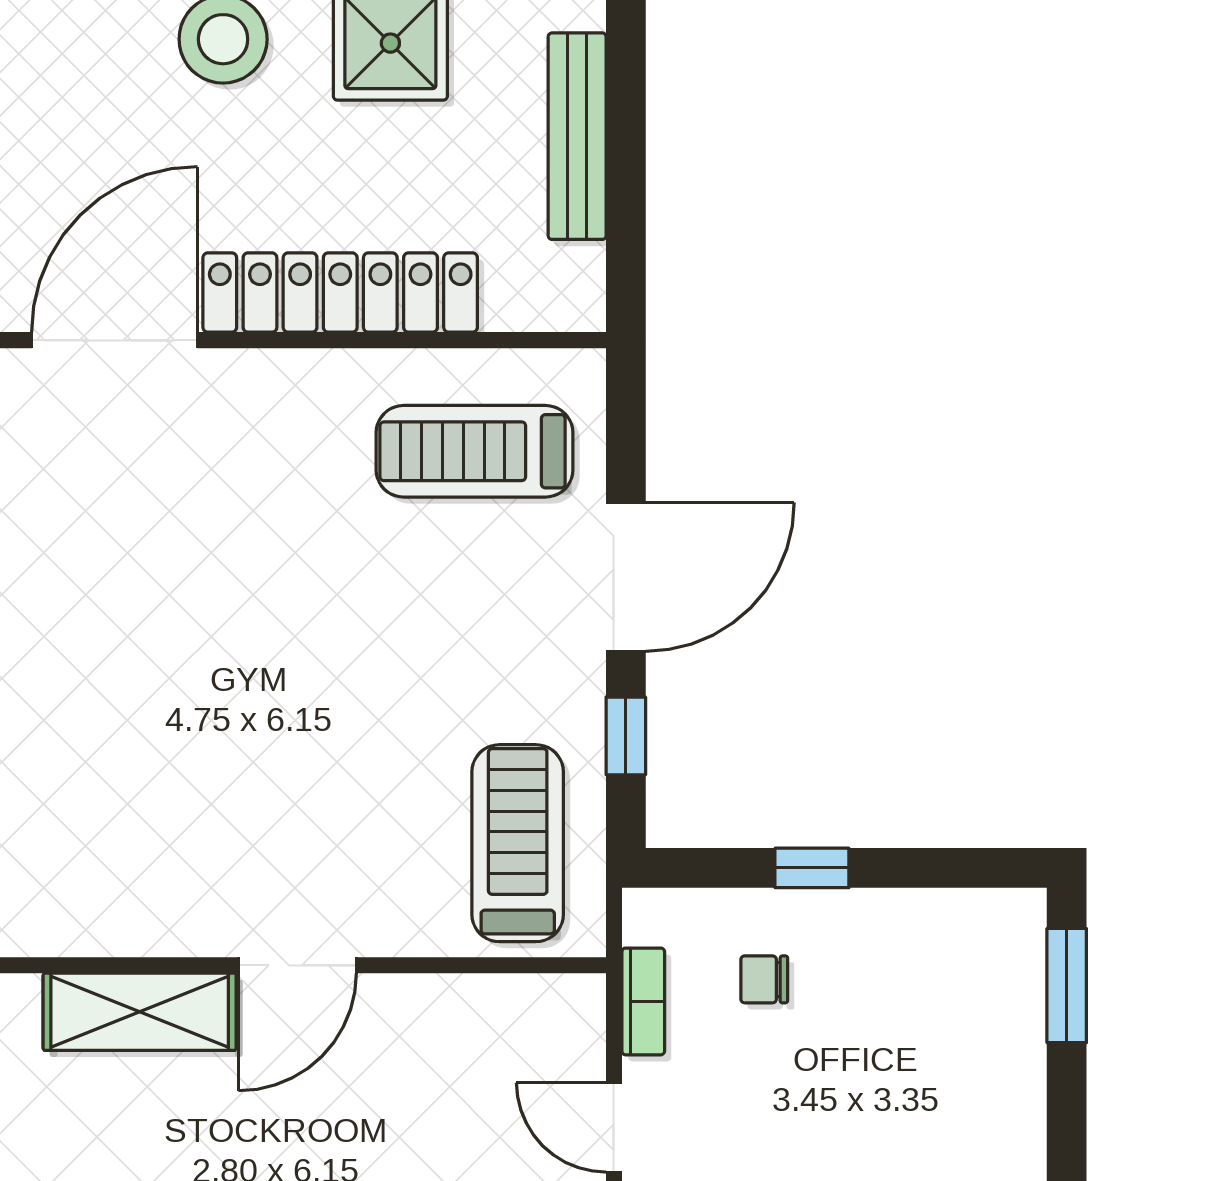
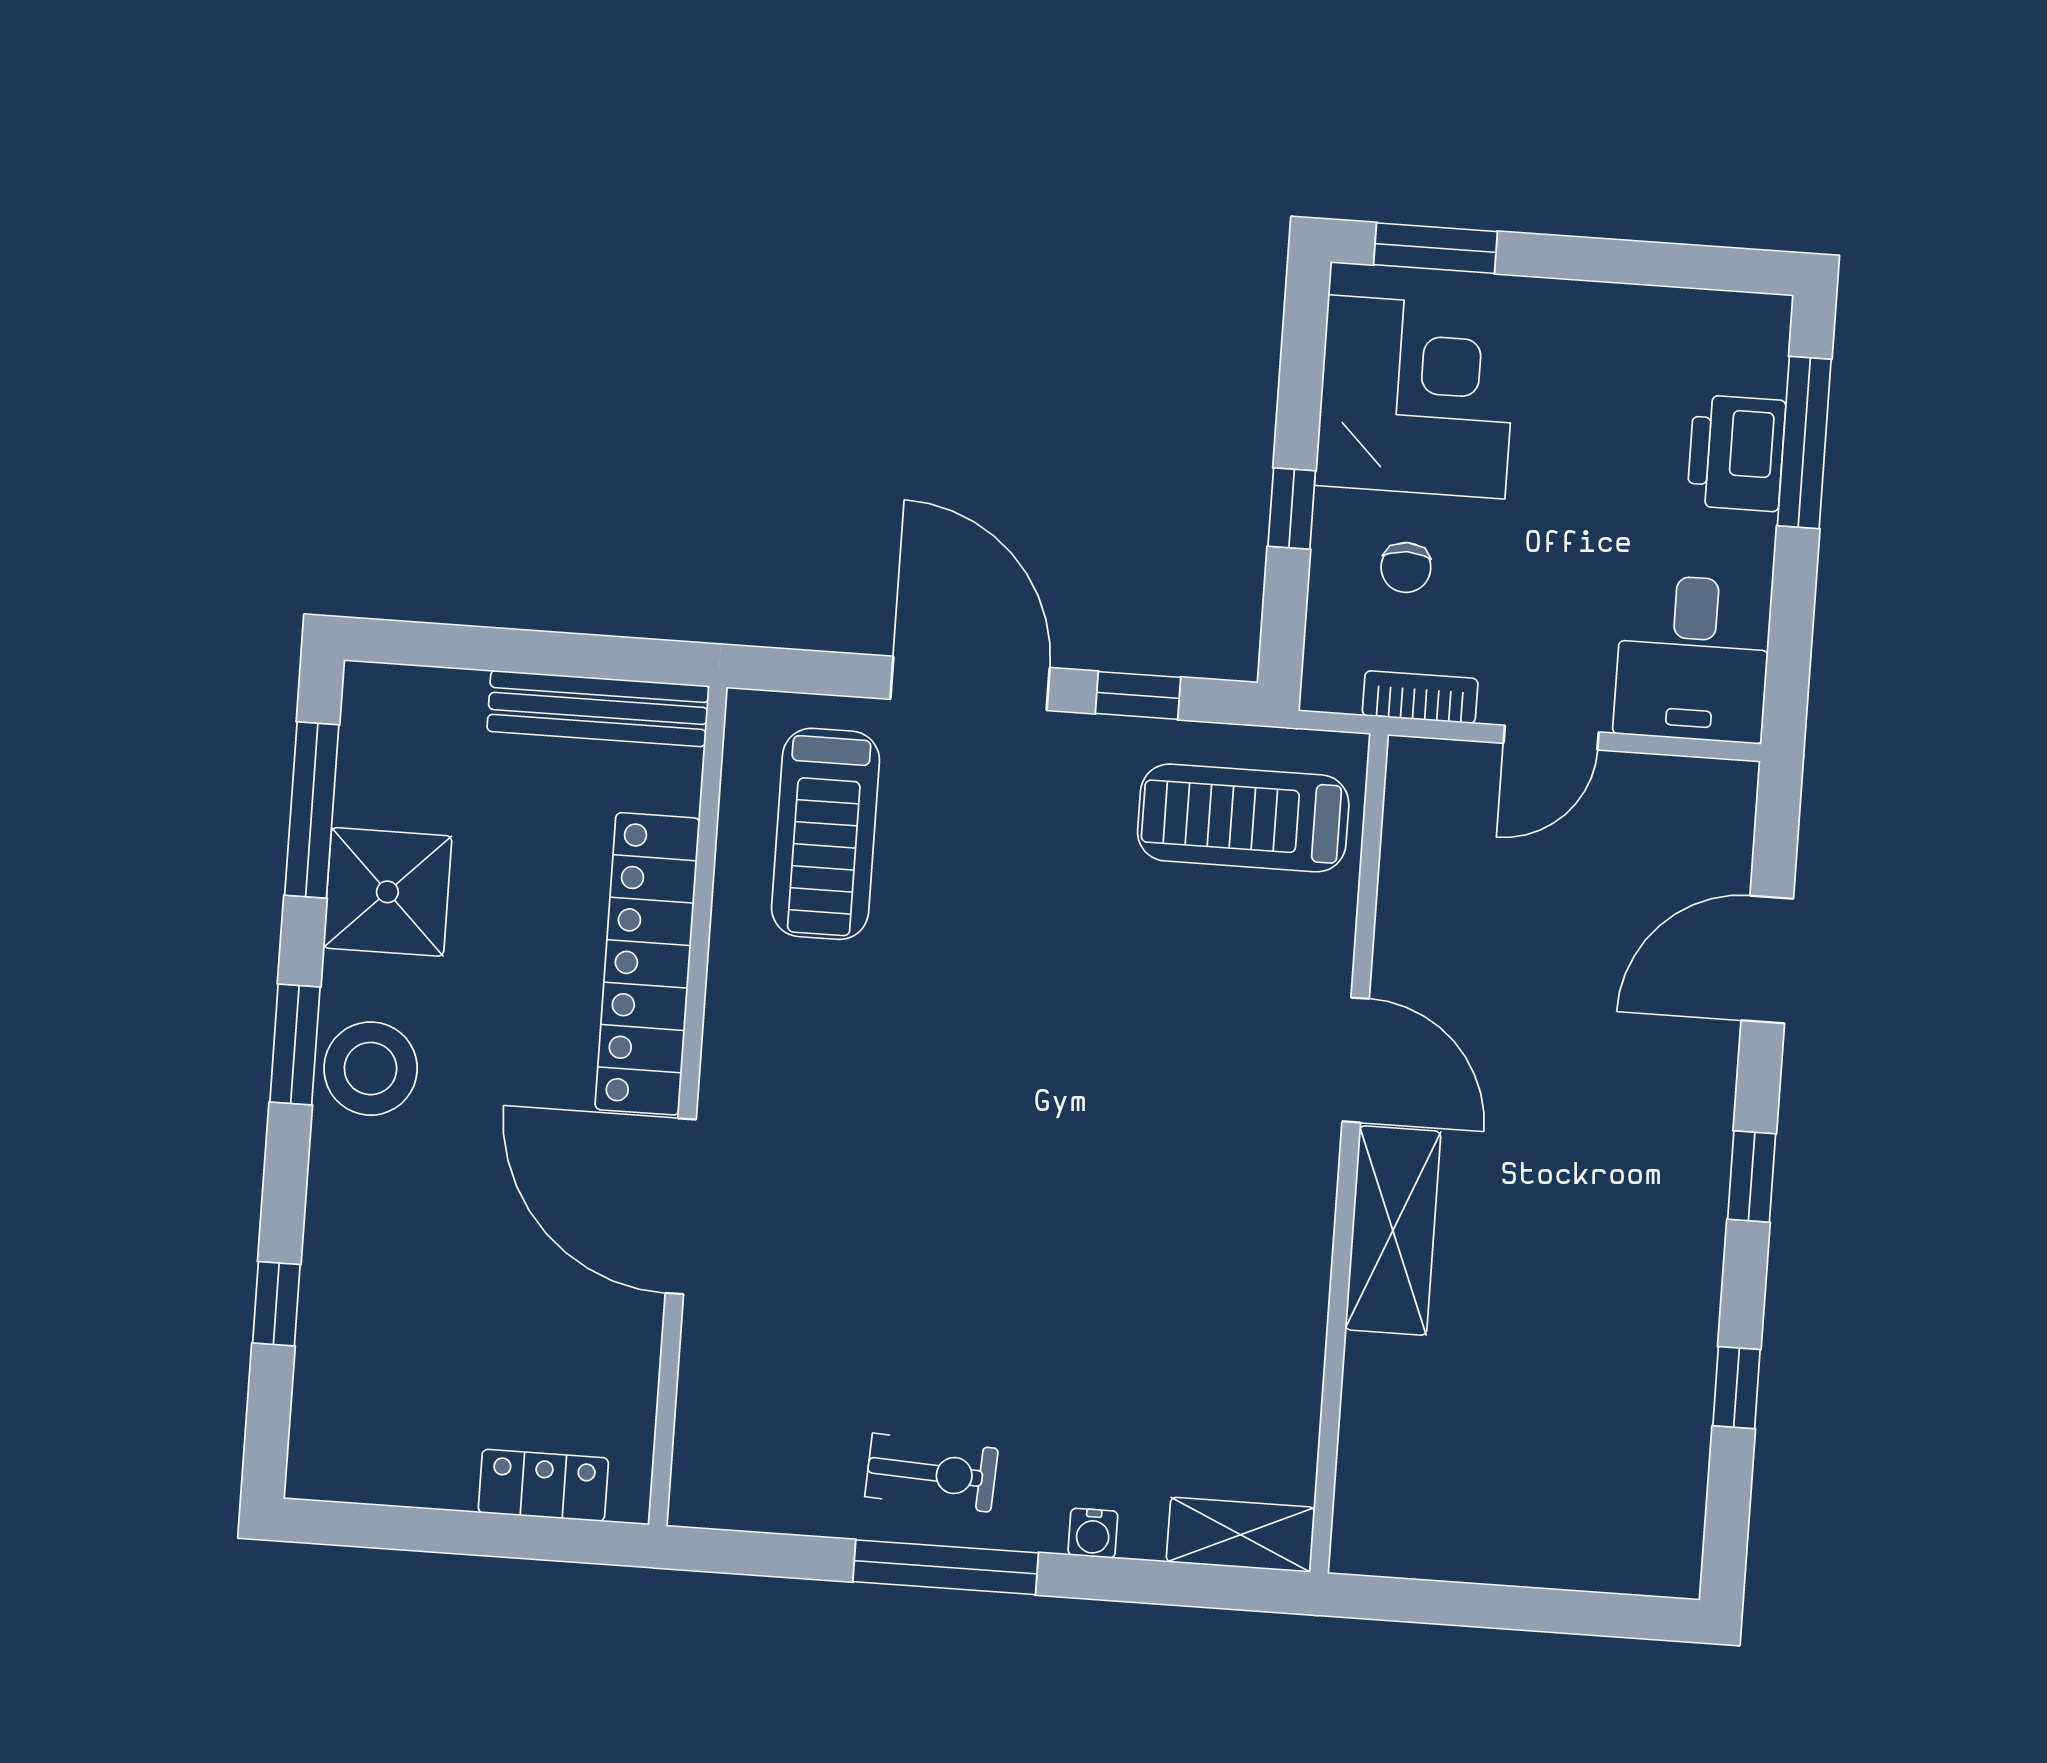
bench: (577, 136) -> (598, 708), moved
corner desk: (925, 978) -> (1416, 397), added

